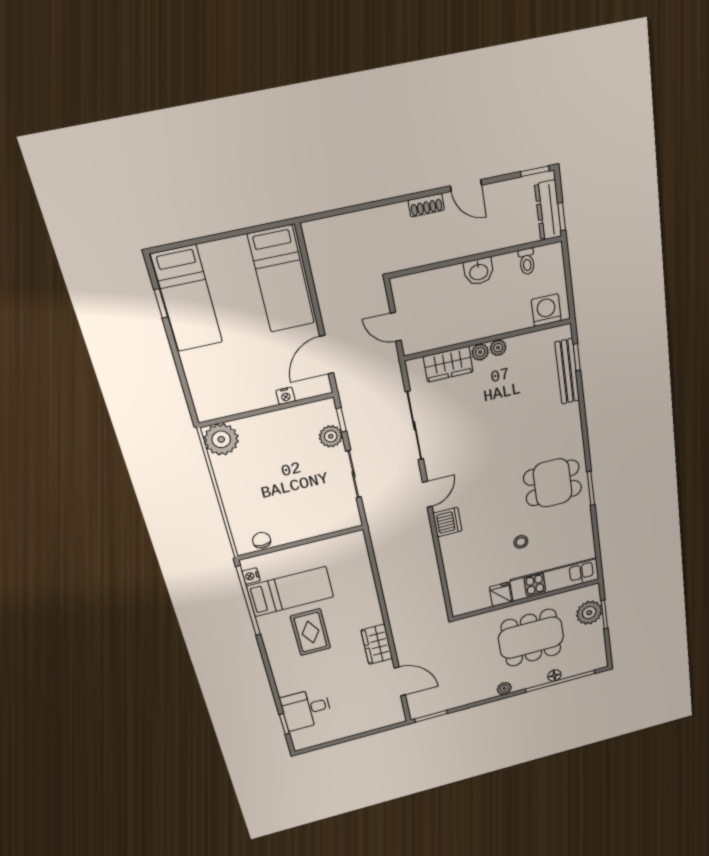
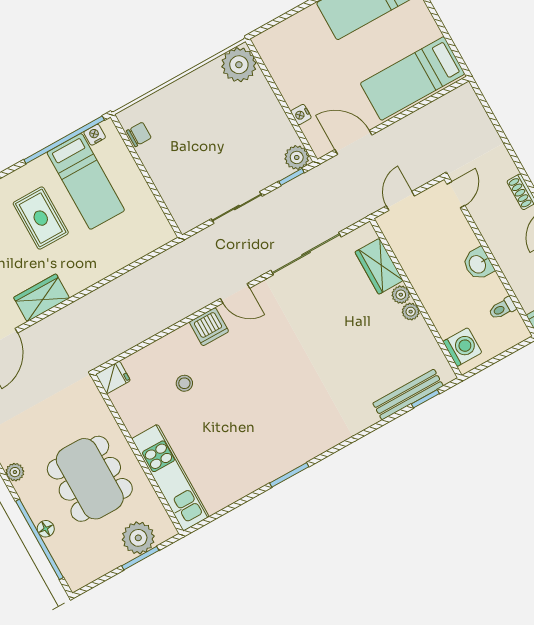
door: (408, 272) -> (456, 195), added
plant: (331, 436) -> (297, 157), moved
dining table: (553, 483) -> (284, 428), removed
stool: (521, 542) -> (184, 383), moved
fridge: (501, 594) -> (113, 377), moved
rug: (310, 632) -> (41, 218), turned 90

